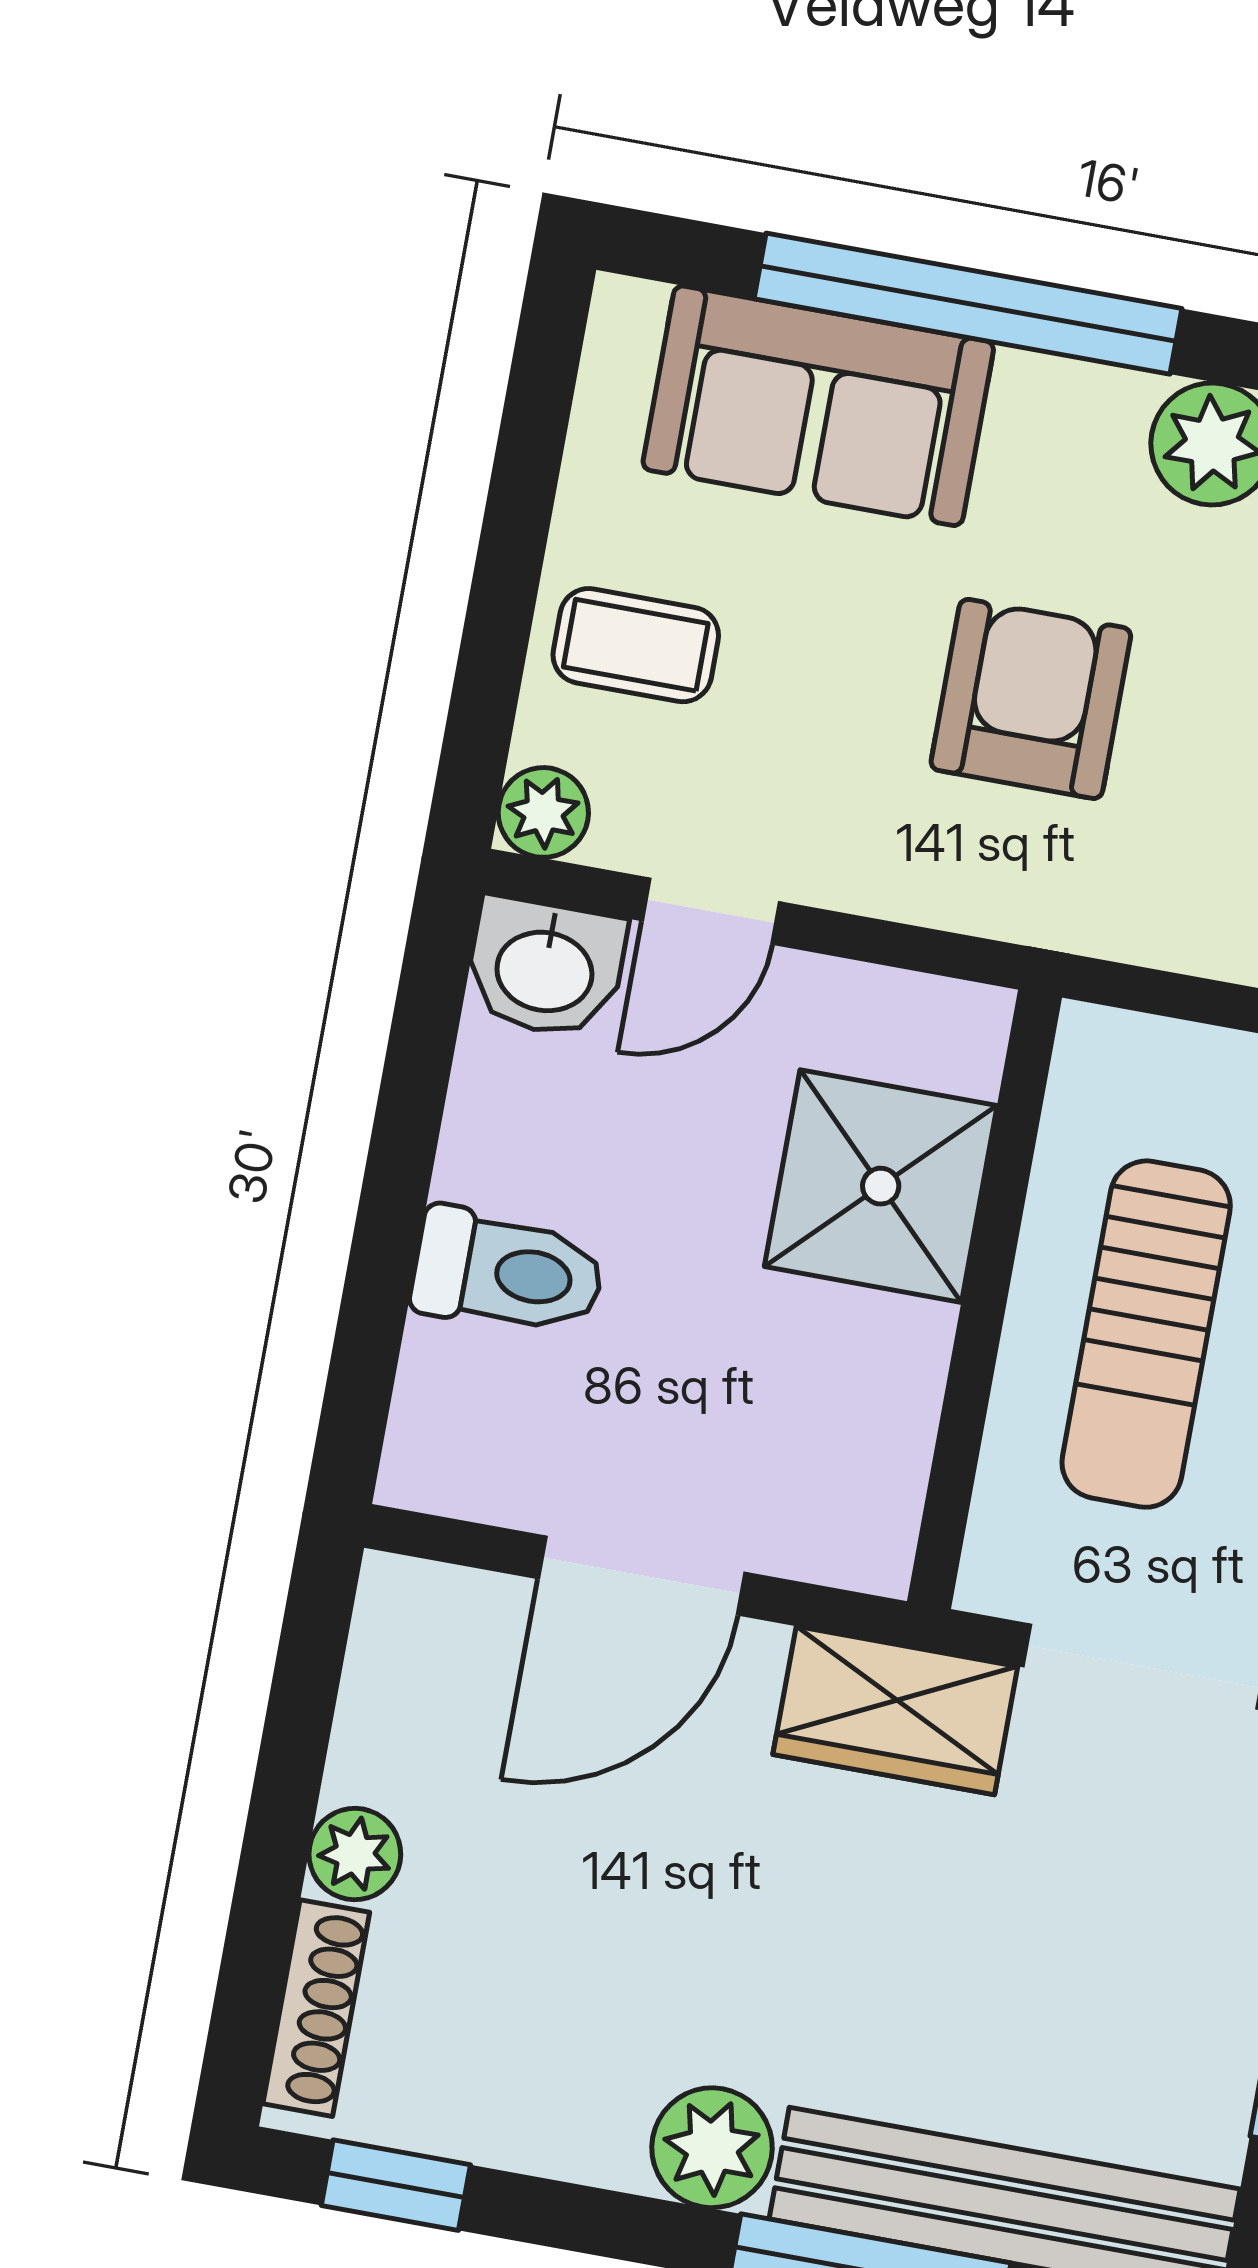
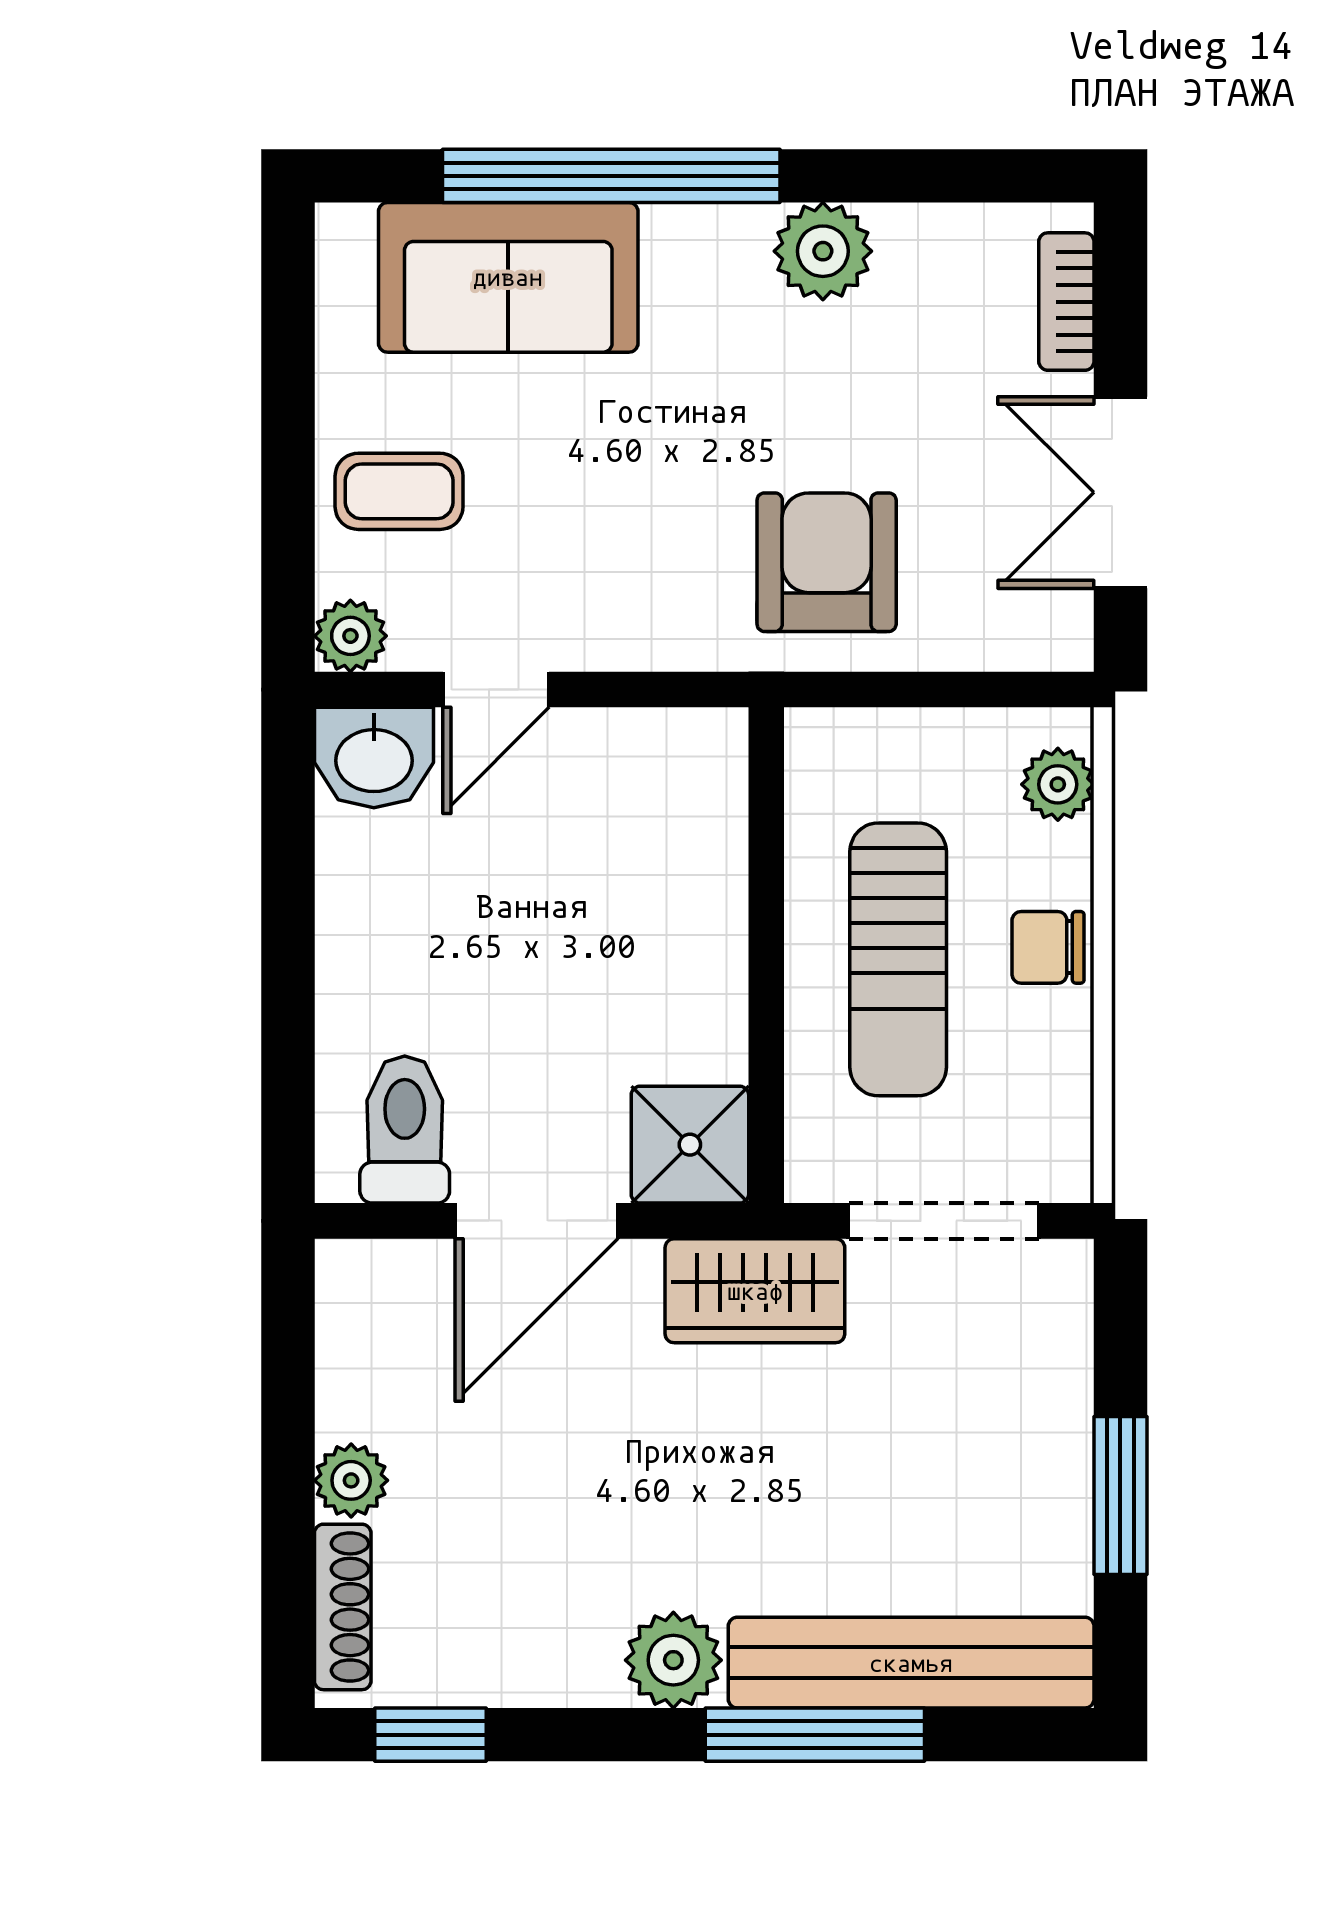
armchair: (1031, 699) -> (827, 562), moved
shower: (881, 1186) -> (690, 1145), moved, width x0.73, depth x0.73
toilet: (508, 1272) -> (405, 1130), moved, turned -90

